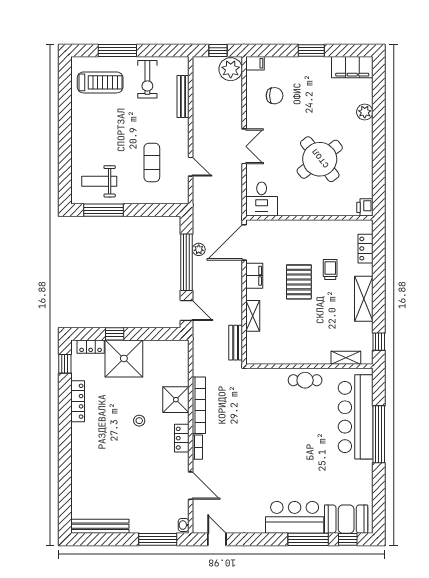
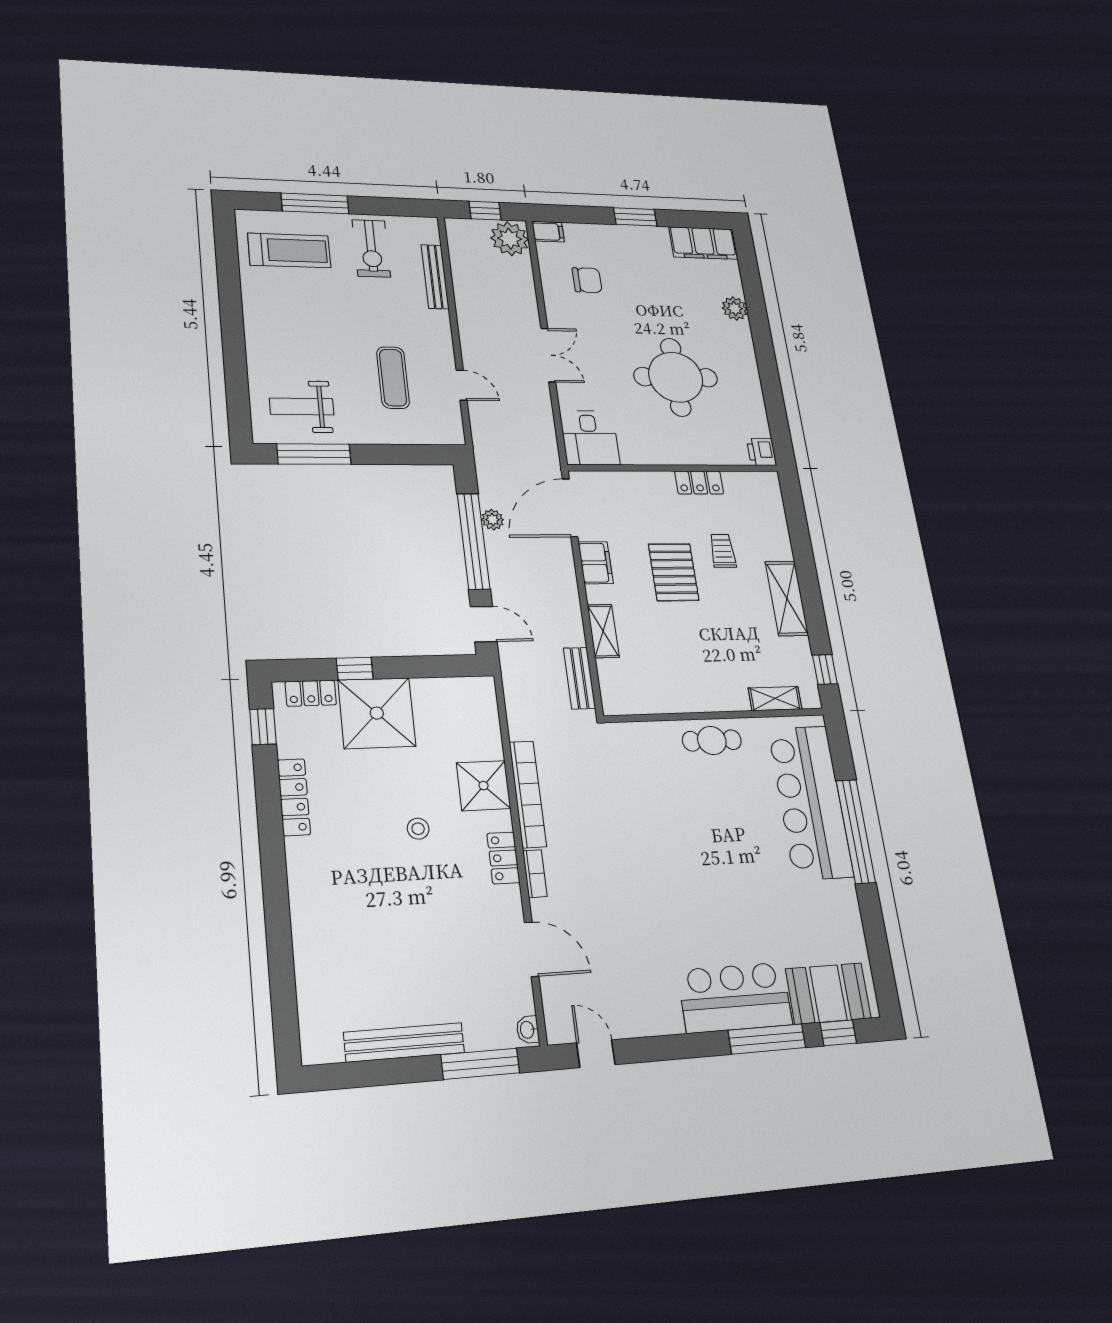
round table: (320, 159) -> (676, 377), turned 38
locker: (365, 249) -> (699, 483), moved, turned -90
bench: (100, 526) -> (404, 1042), moved

